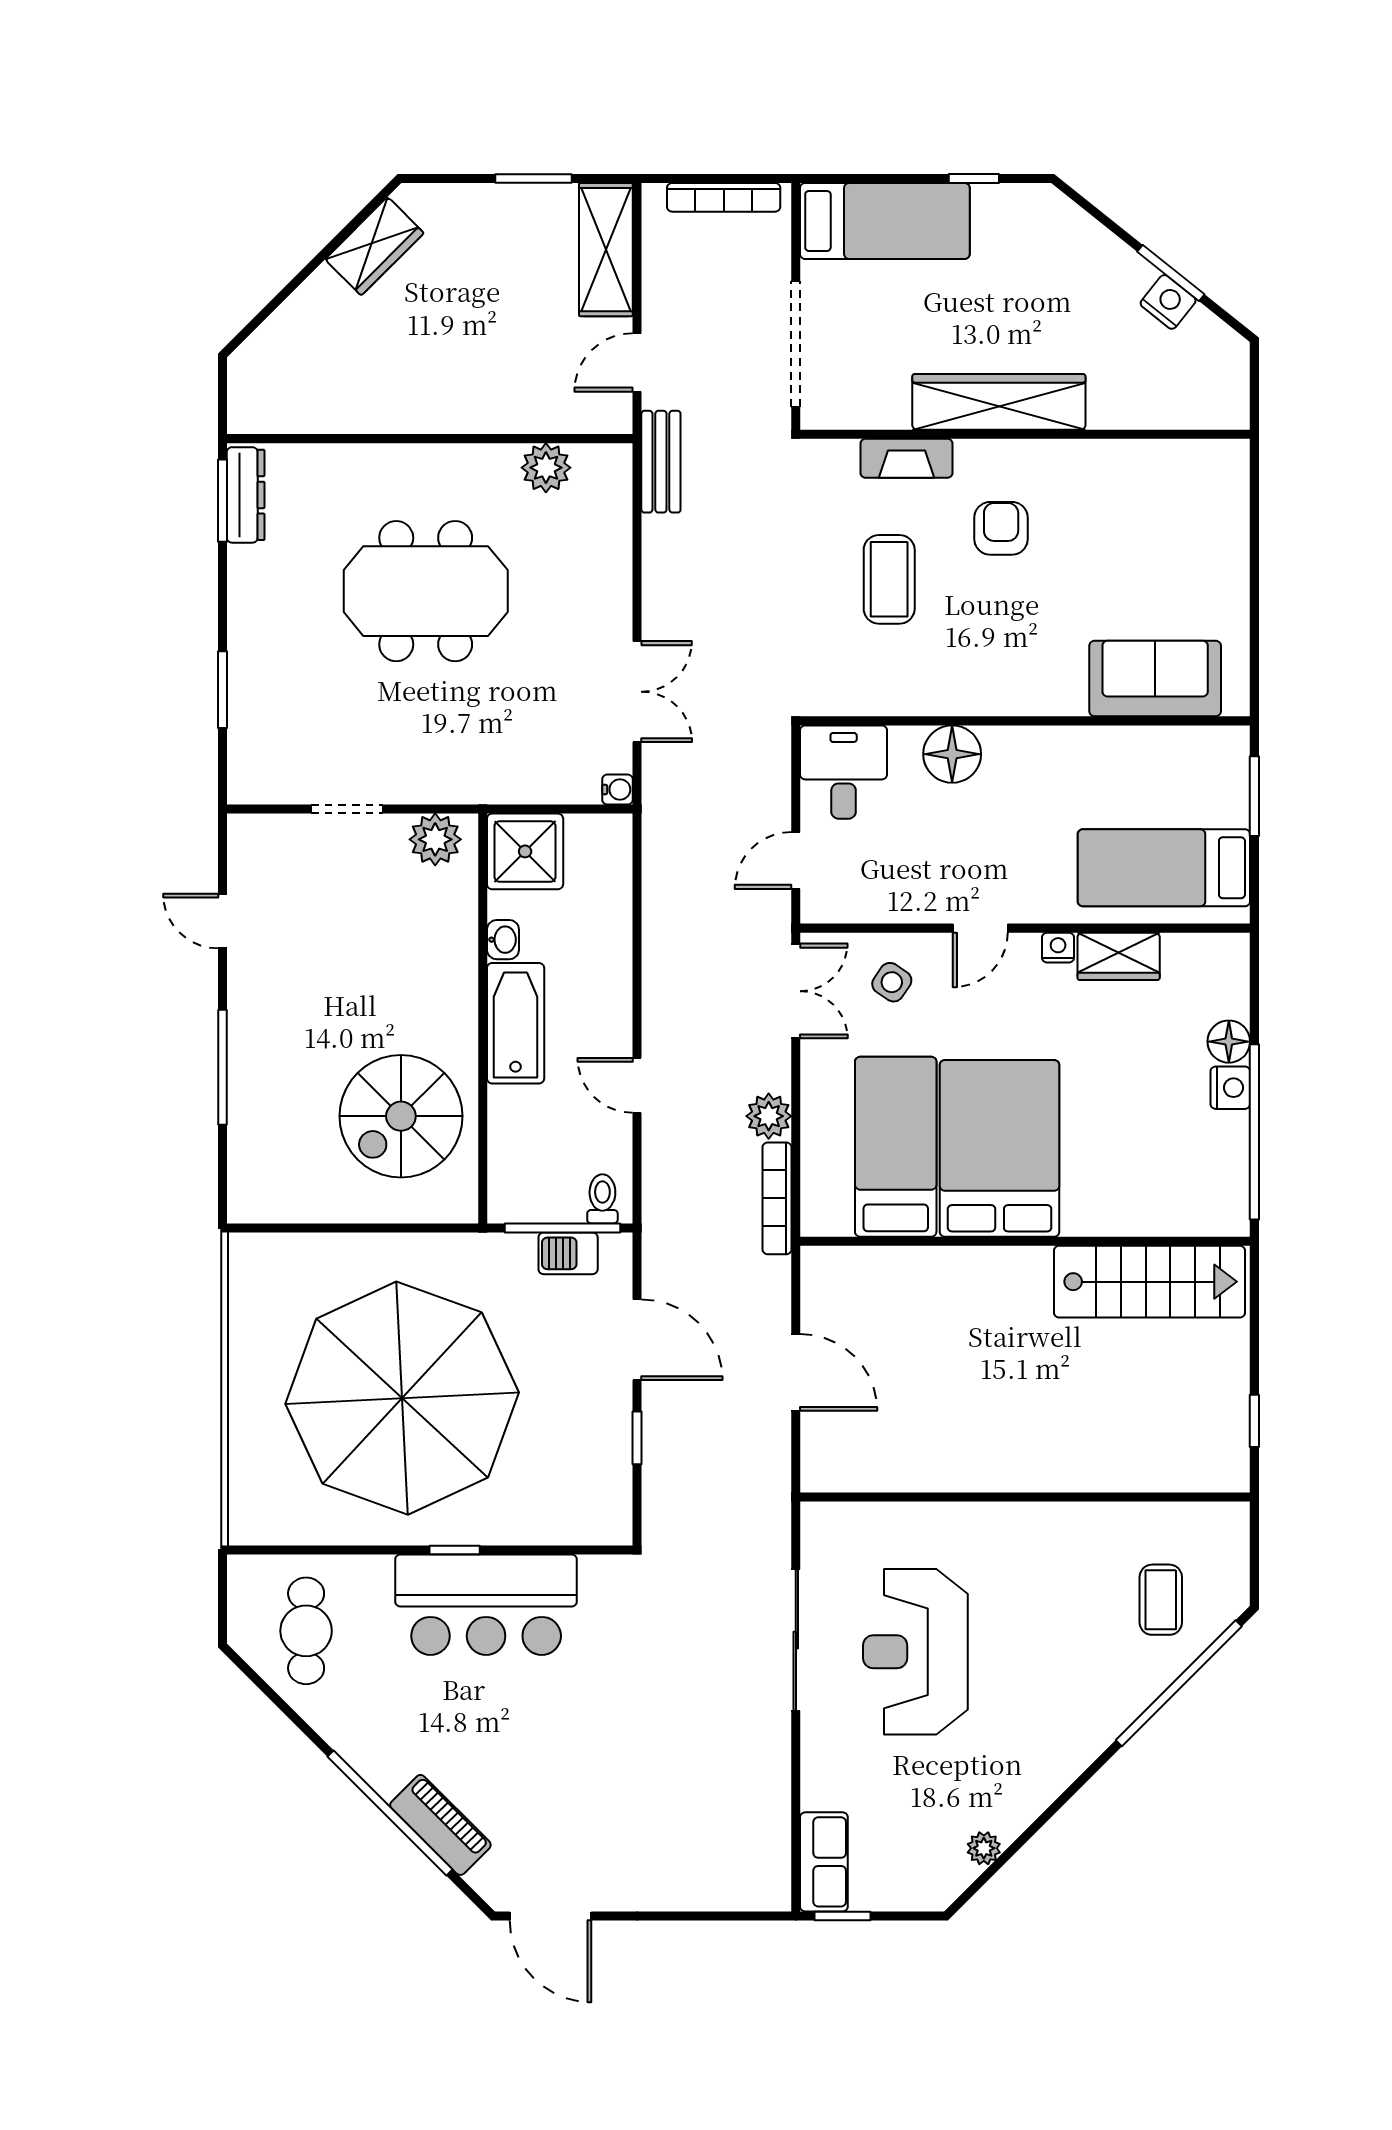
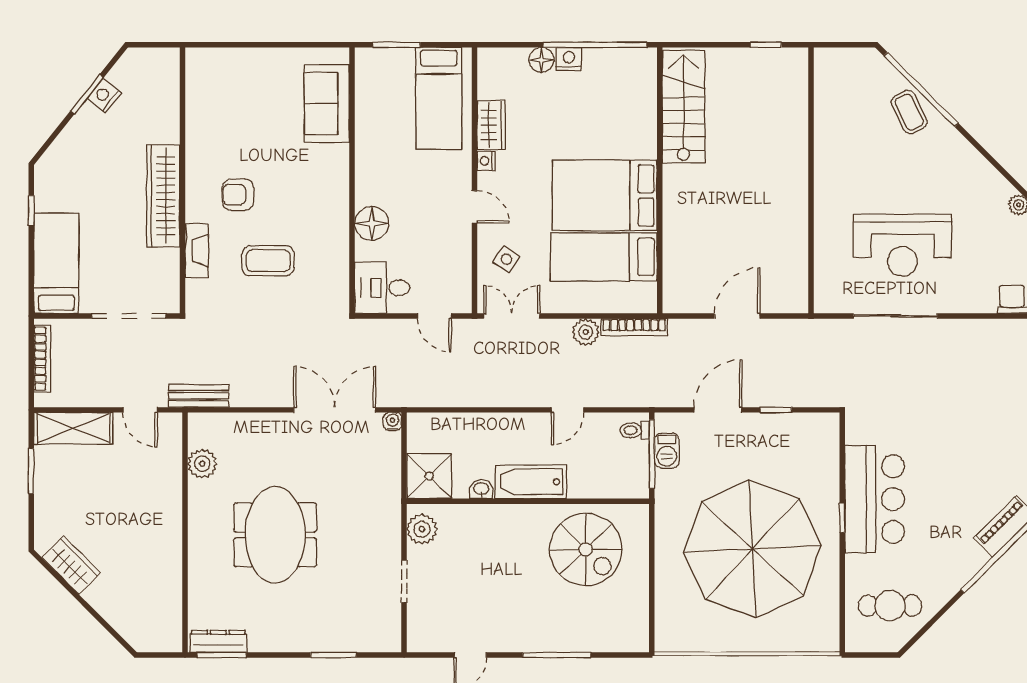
double door: (637, 692) -> (335, 410), width x1.37
coffee table: (1161, 1600) -> (909, 112), moved, turned 64

